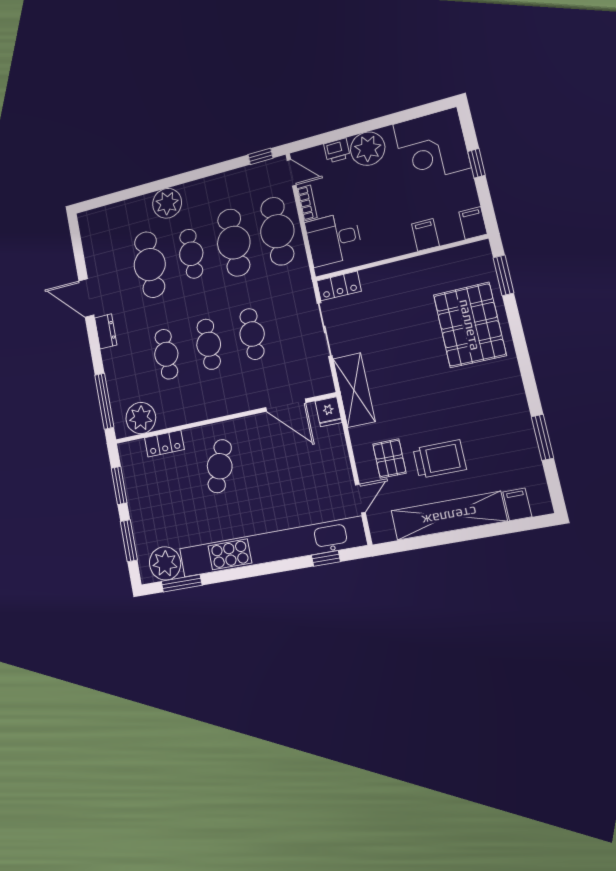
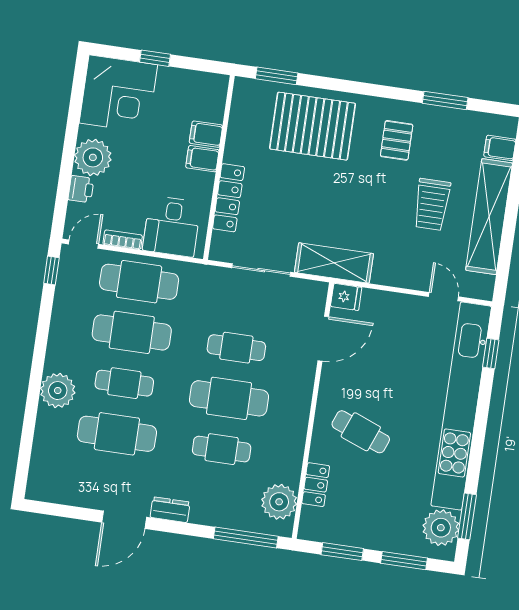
filing cabinet: (473, 223) -> (202, 159), moved
locker: (339, 286) -> (229, 198), moved, width x1.53
cafe table: (209, 344) -> (229, 398), width x1.37, depth x1.35
pallet: (390, 458) -> (397, 140), moved, turned 90
trolley: (440, 459) -> (432, 204), turned 180

